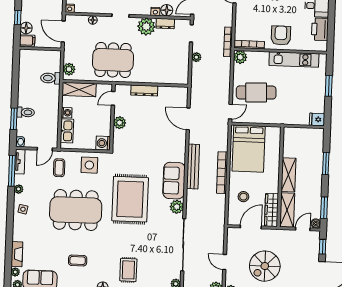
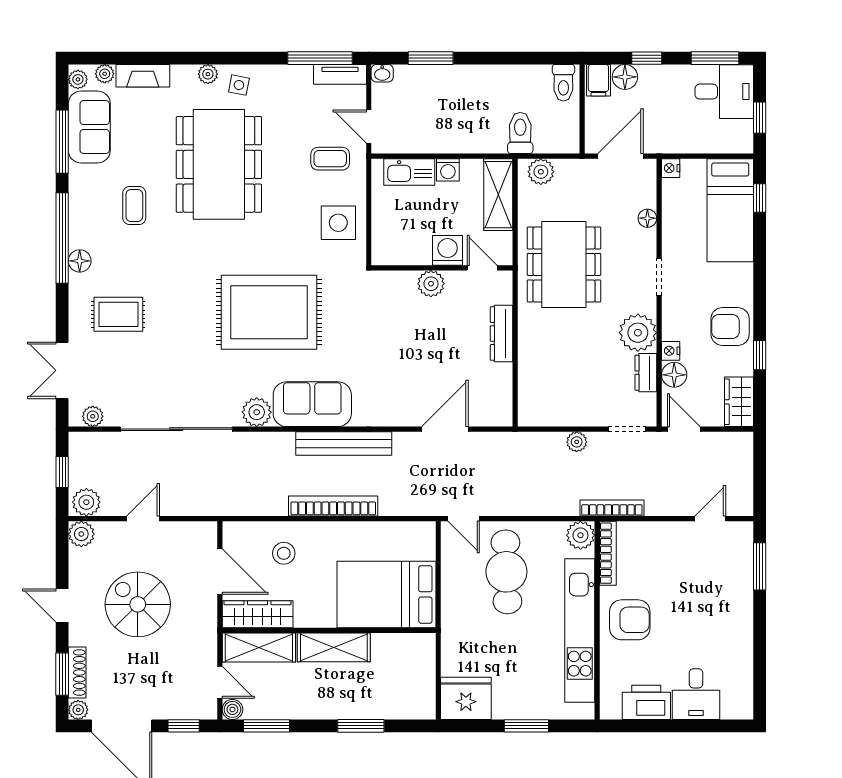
kitchen unit: (294, 60) -> (580, 631), width x1.36
toilet: (26, 112) -> (563, 83), moved
fridge: (317, 119) -> (466, 698), width x1.88, depth x1.34
washing machine: (103, 143) -> (448, 250), moved
bed: (249, 149) -> (386, 594), moved
plant: (19, 189) -> (208, 74), moved
dining table: (76, 210) -> (219, 164), moved

